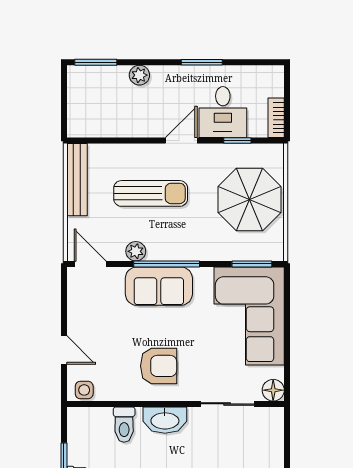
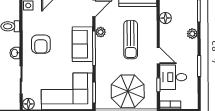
floor lamp: (109, 127) -> (165, 18), added
washbasin: (165, 420) -> (15, 53), width x0.52, depth x0.69

